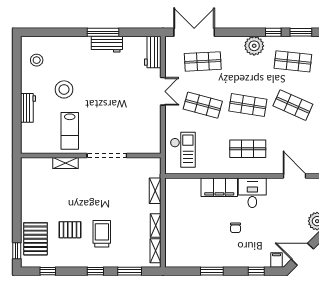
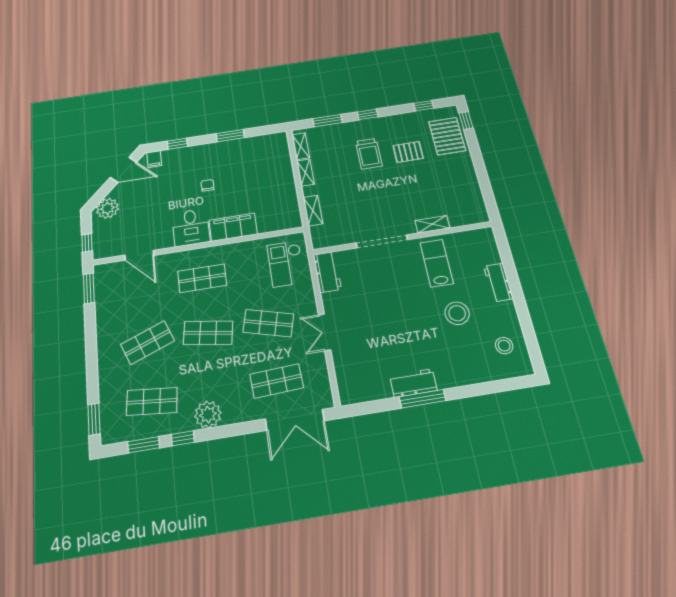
workbench: (153, 52) -> (327, 272), moved
shop shelf: (293, 105) -> (148, 343), turned -45

